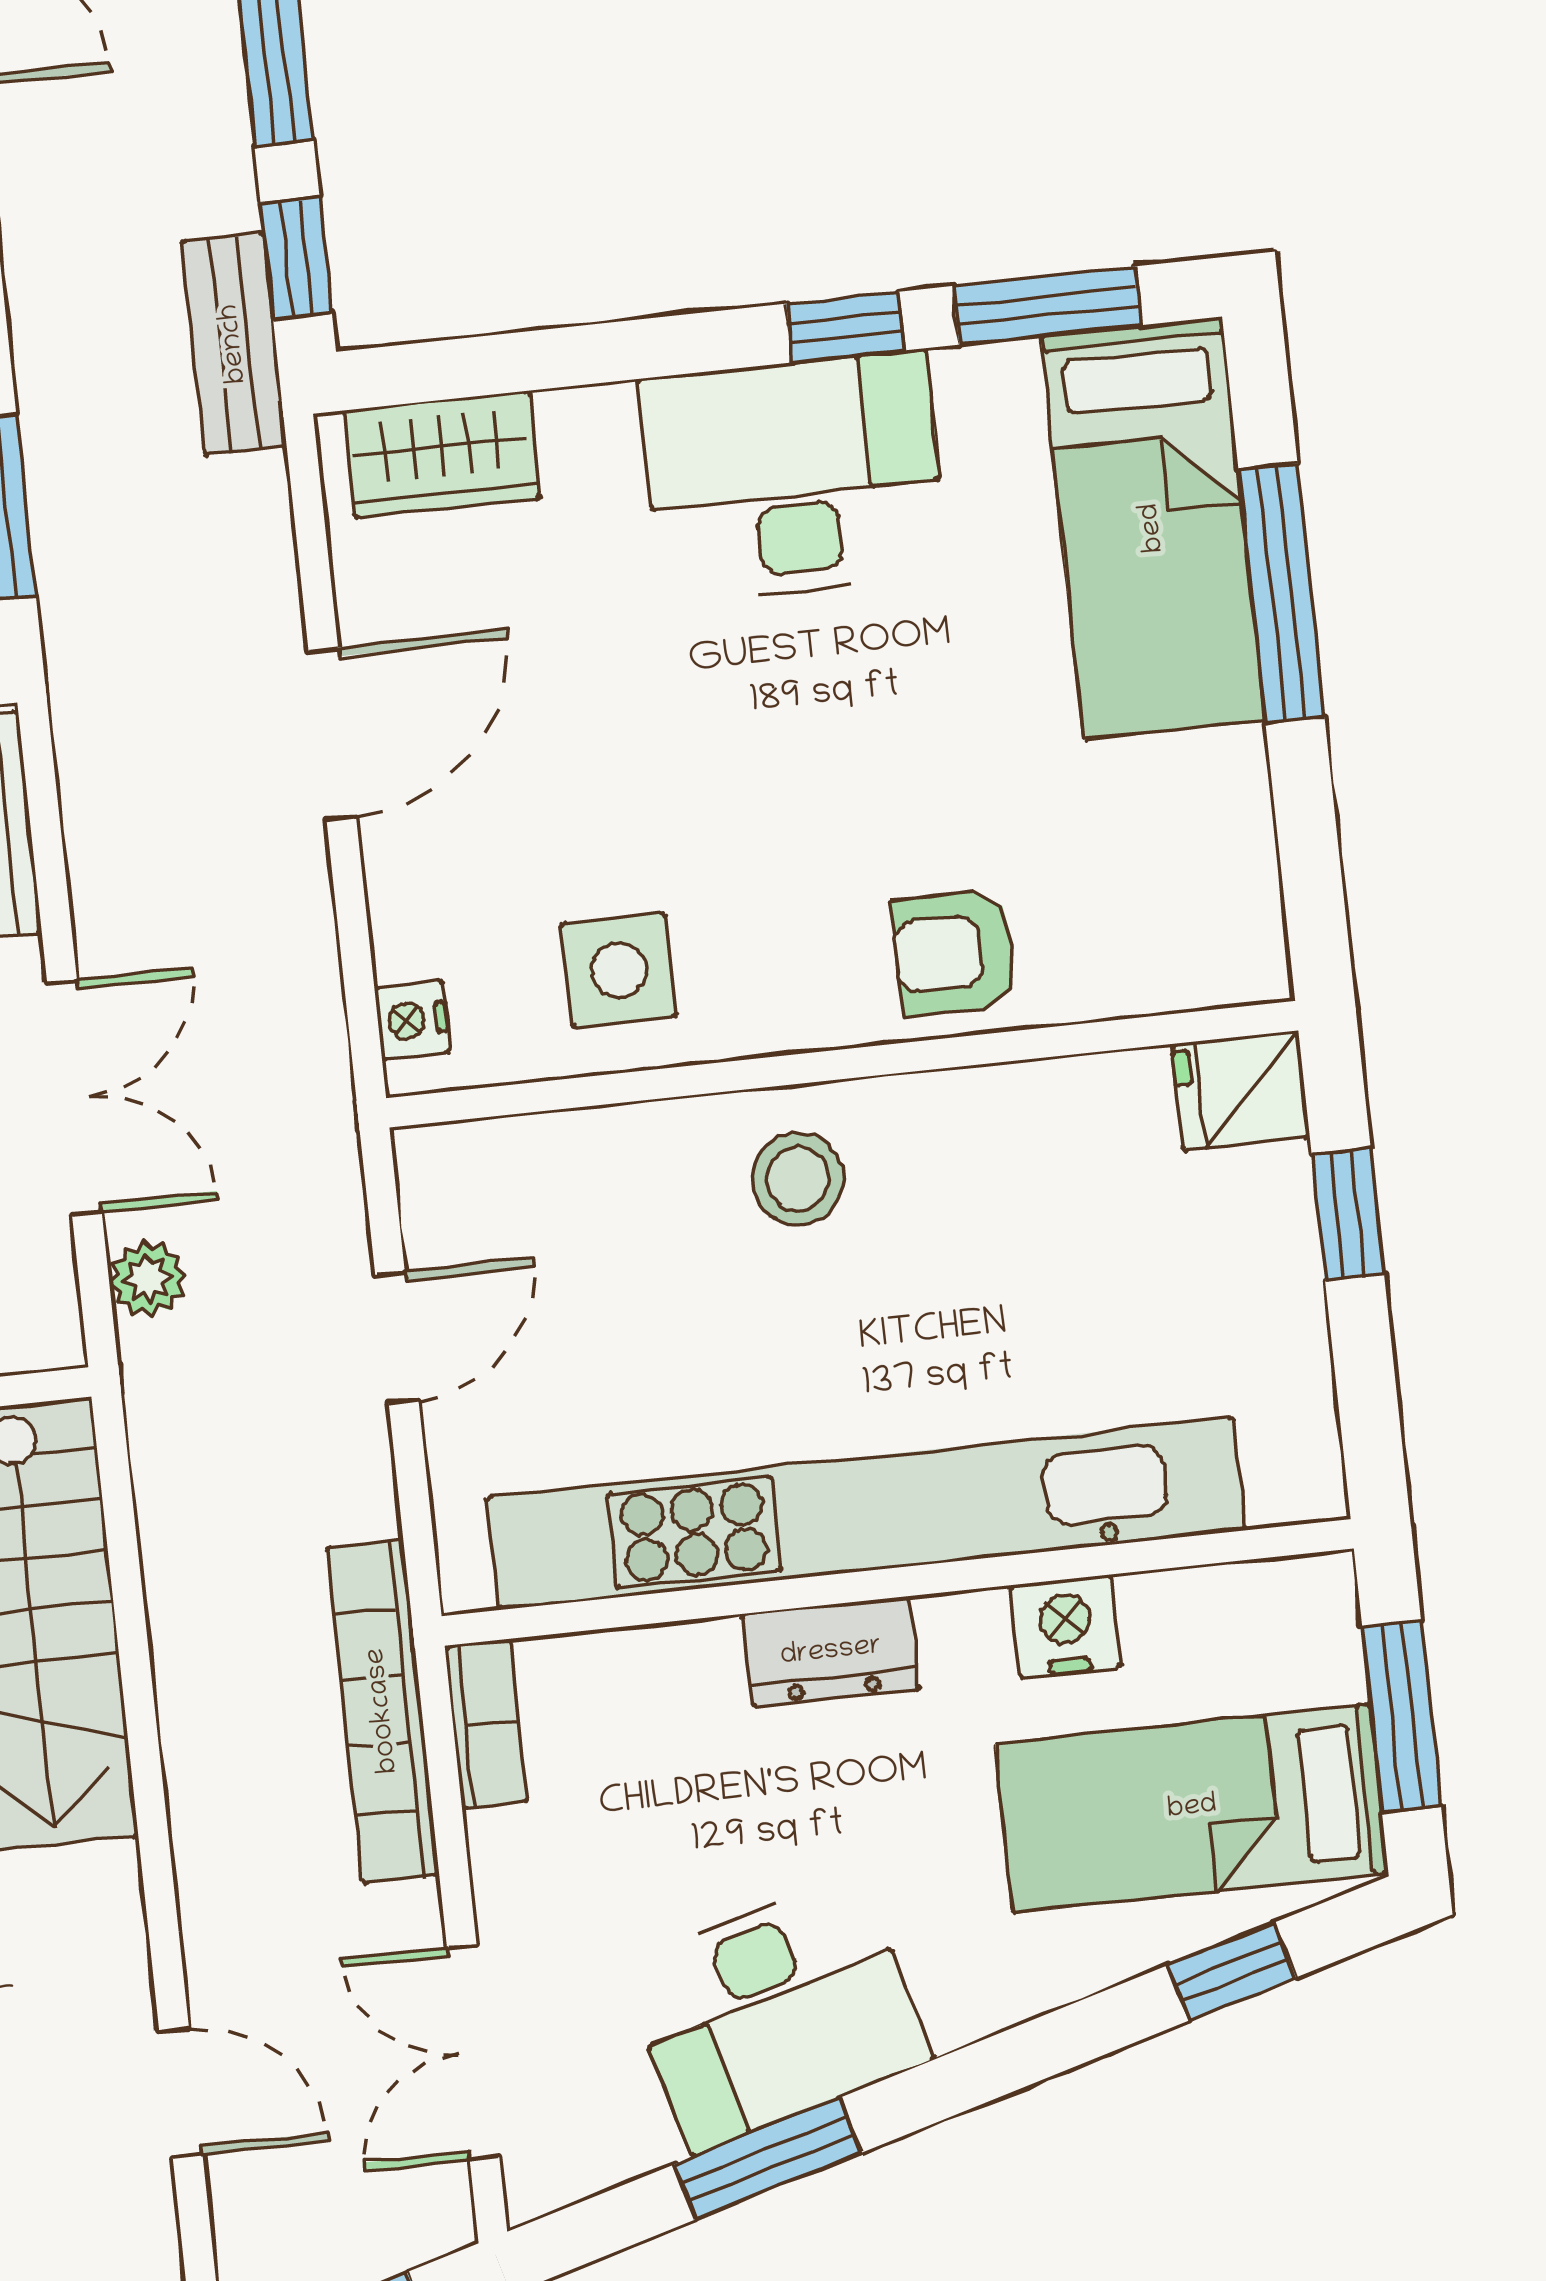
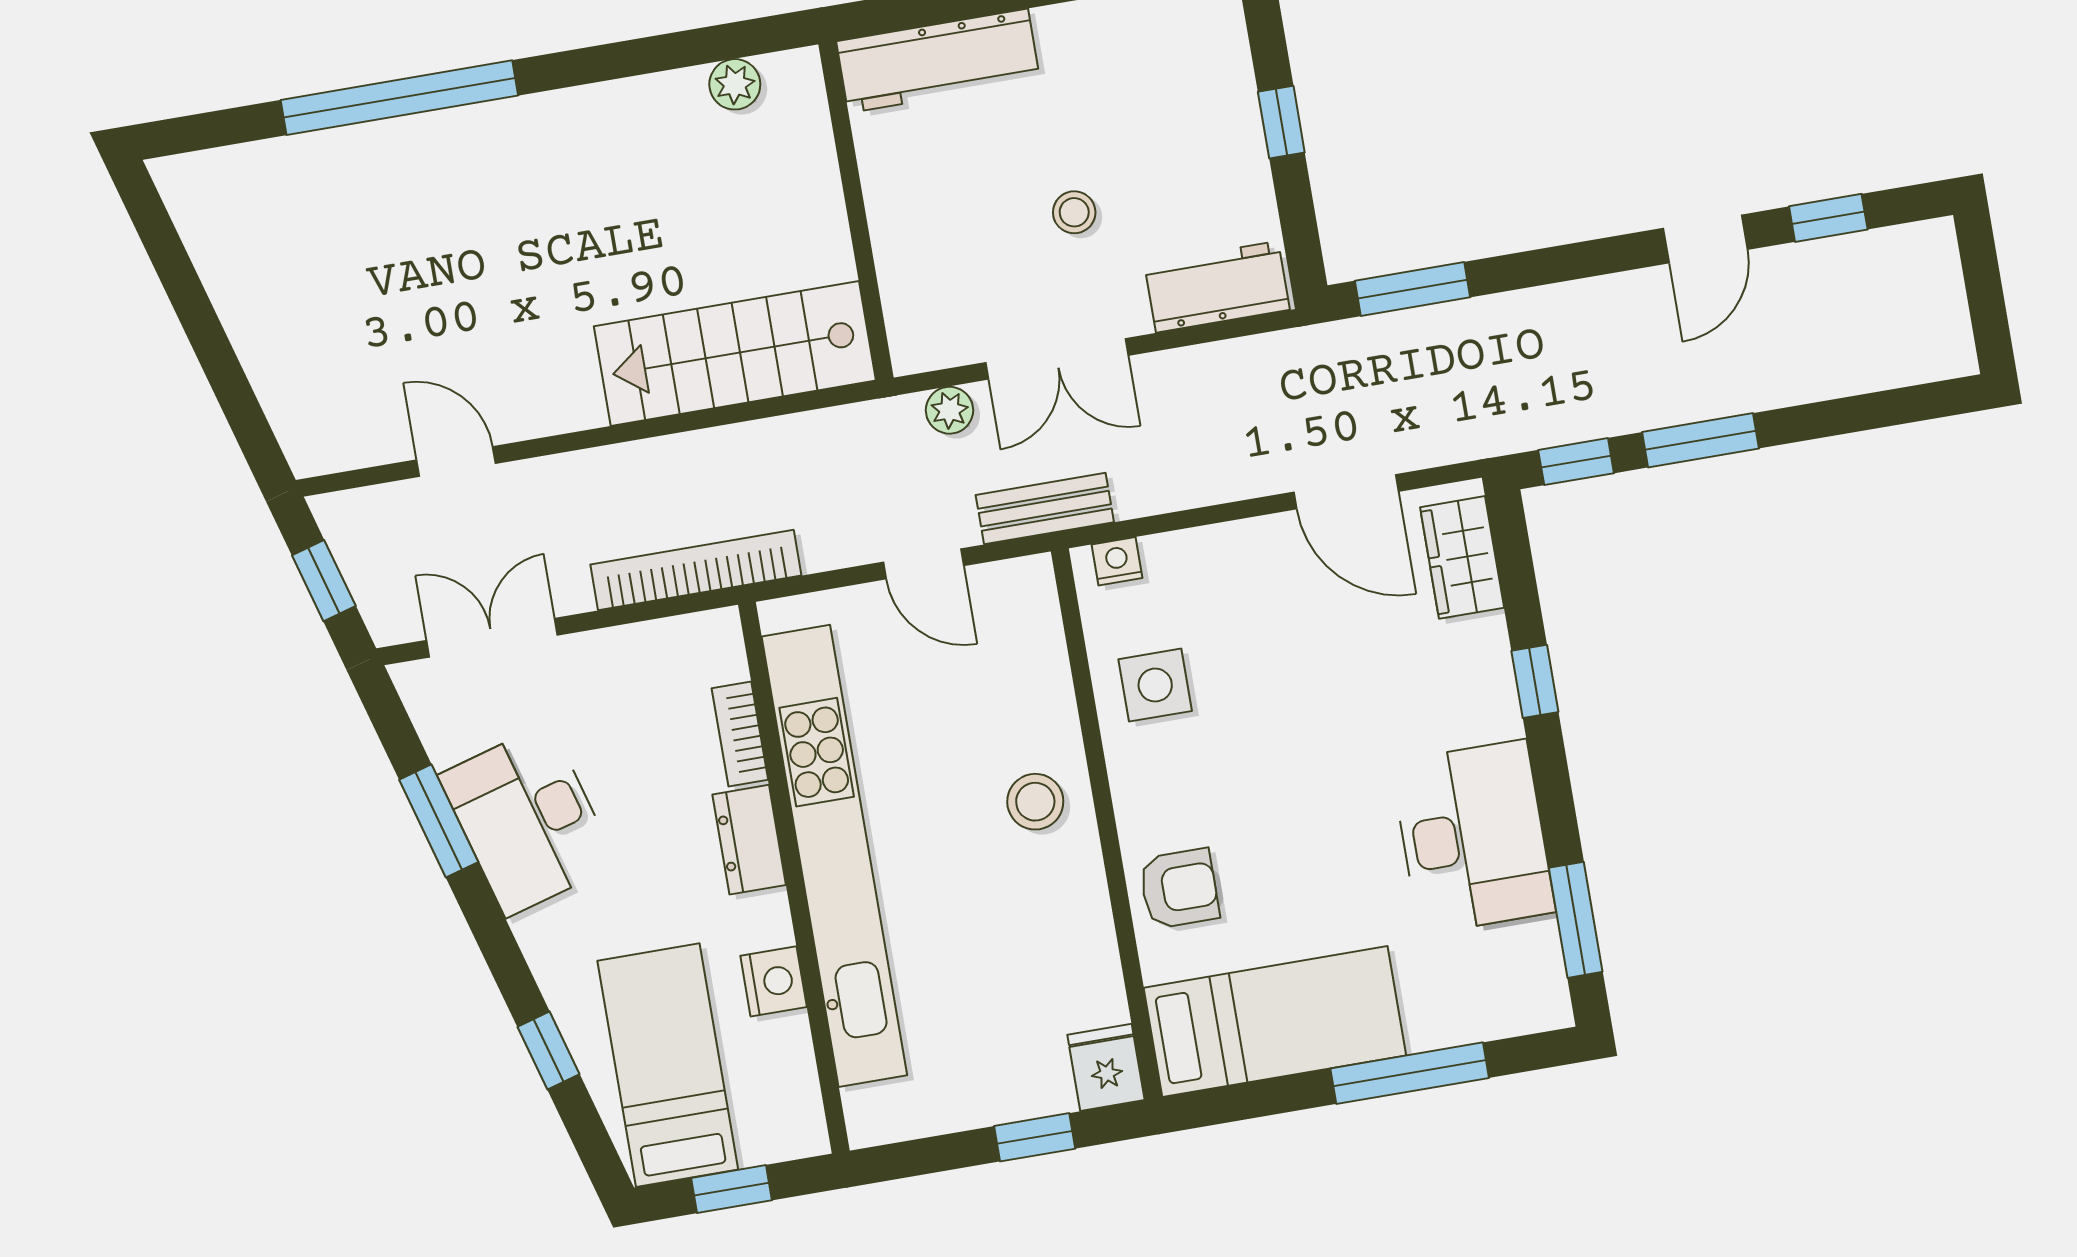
window: (845, 327) -> (1535, 681), moved
bench: (234, 344) -> (1045, 509), moved
desk: (794, 477) -> (1473, 837), moved
bed: (1153, 528) -> (1275, 1022), moved, turned 180
door: (332, 734) -> (1346, 492), moved
armchair: (955, 952) -> (1179, 889), turned 90
window: (1402, 1717) -> (732, 1189), width x0.67
bookcase: (486, 1724) -> (740, 734), moved, turned 90
window: (1232, 1971) -> (549, 1050), moved
door: (181, 2093) -> (456, 462), swing flipped

